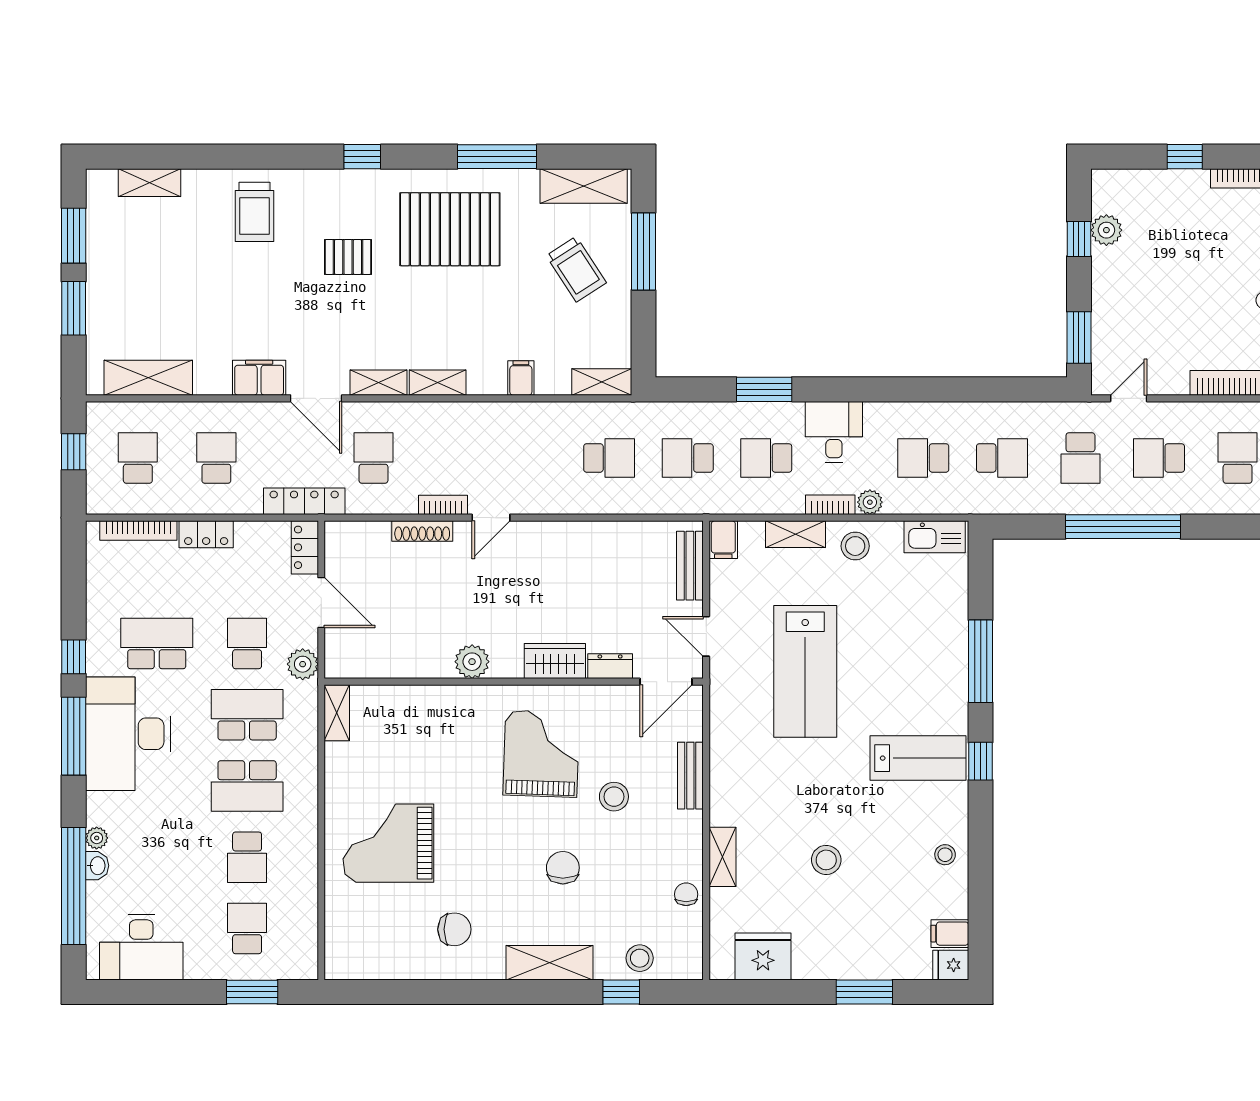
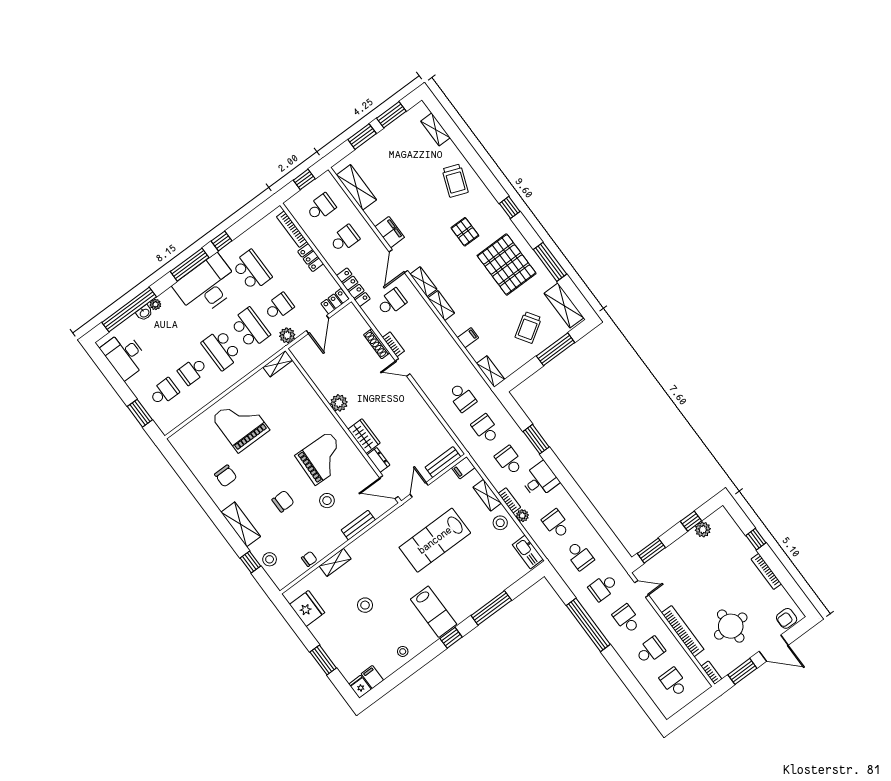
trolley: (254, 212) -> (455, 181), turned -69

